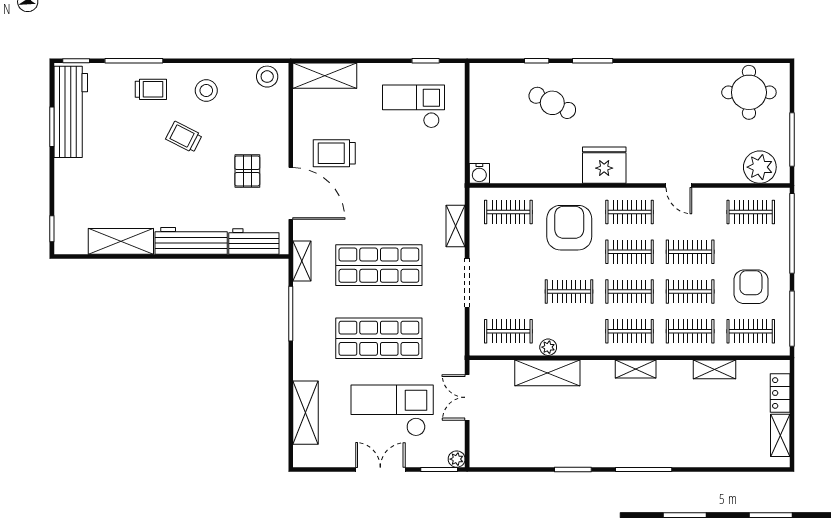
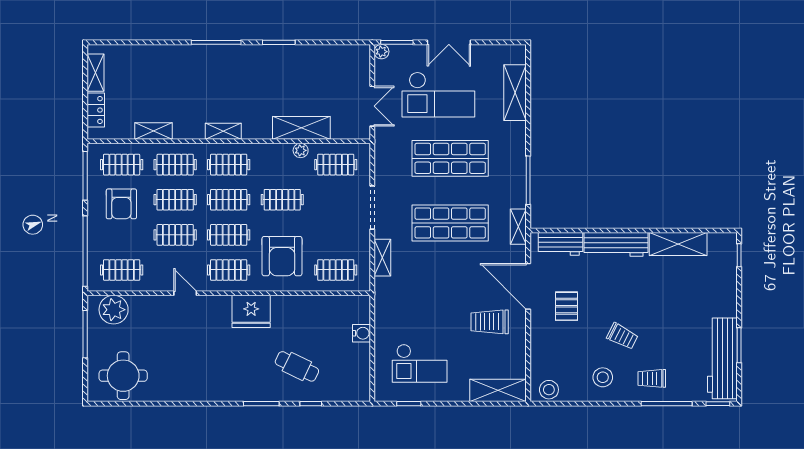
trolley: (334, 153) -> (490, 322), turned 180
water cooler: (479, 173) -> (361, 333), moved, turned 90

